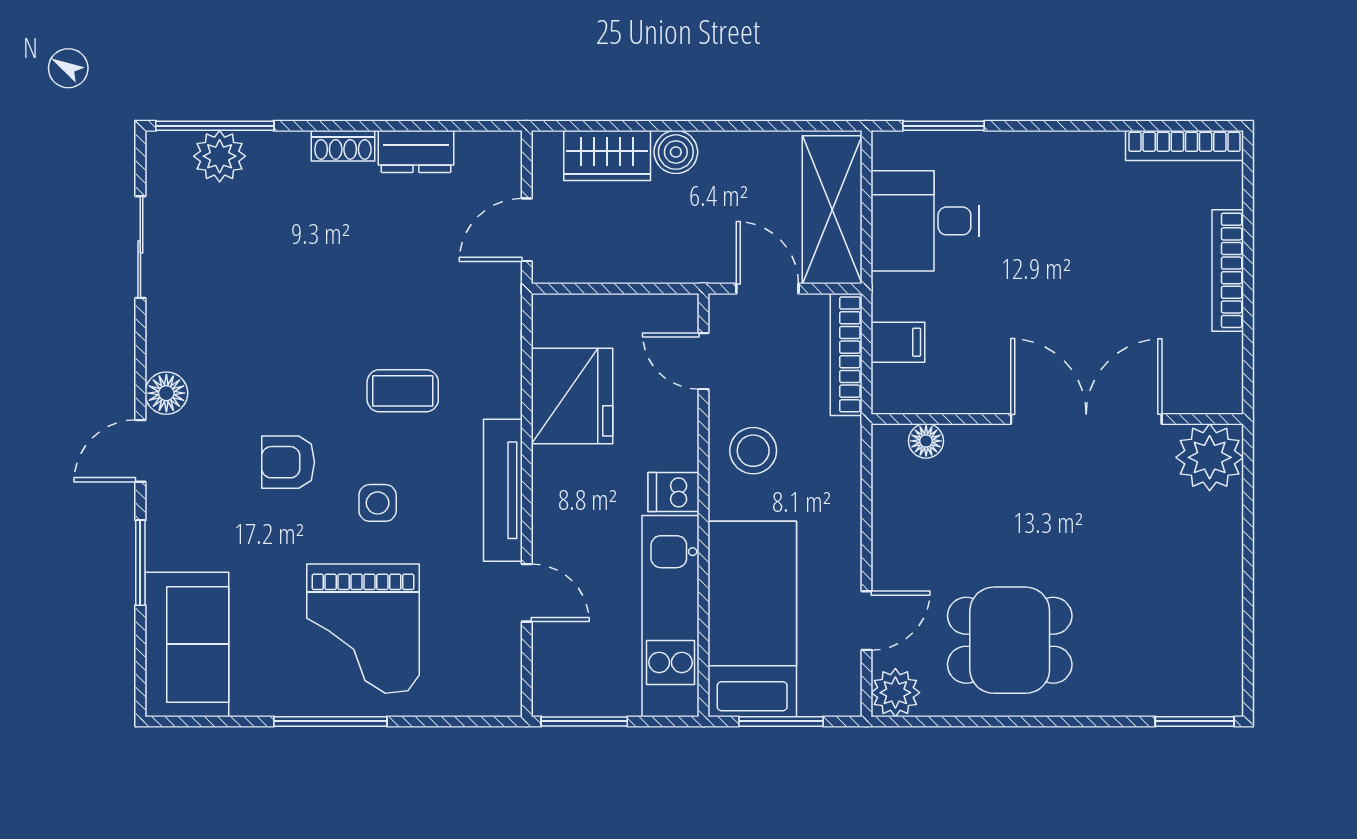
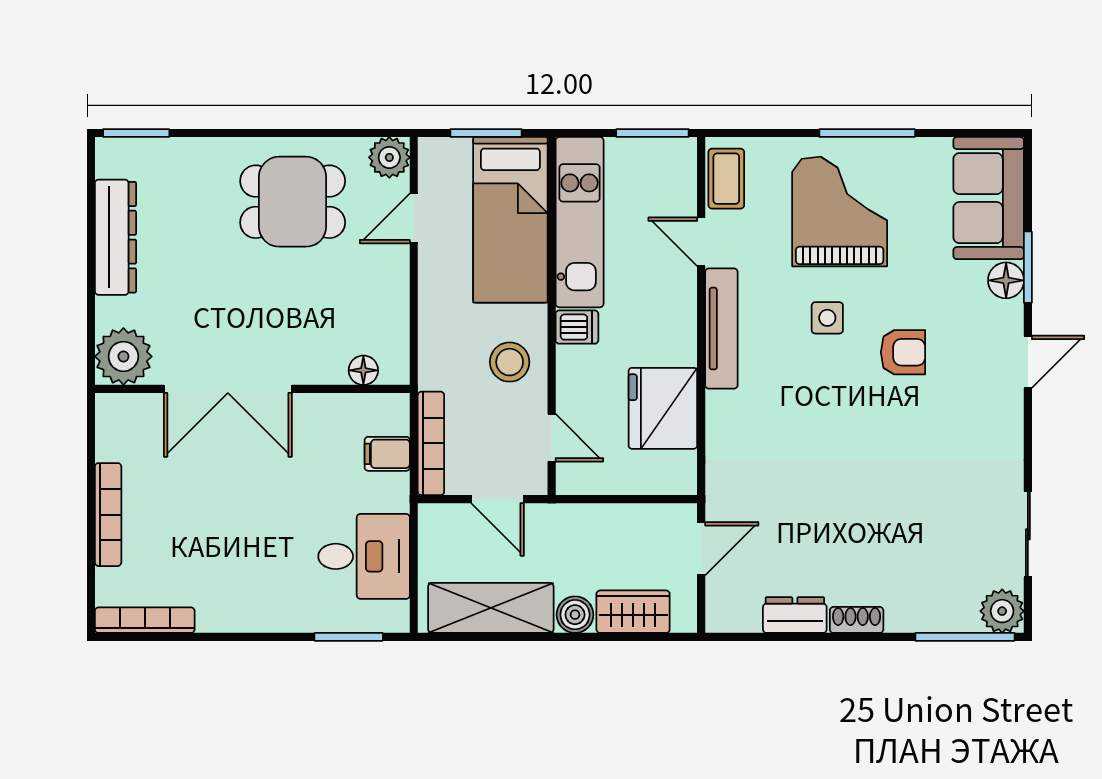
plant: (220, 156) -> (1002, 611), moved
shelving: (832, 210) -> (491, 608), moved, turned 90
coffee table: (403, 391) -> (726, 179), moved, turned 90
floor lamp: (166, 393) -> (1006, 280), moved
dresser: (1219, 598) -> (115, 237), added

